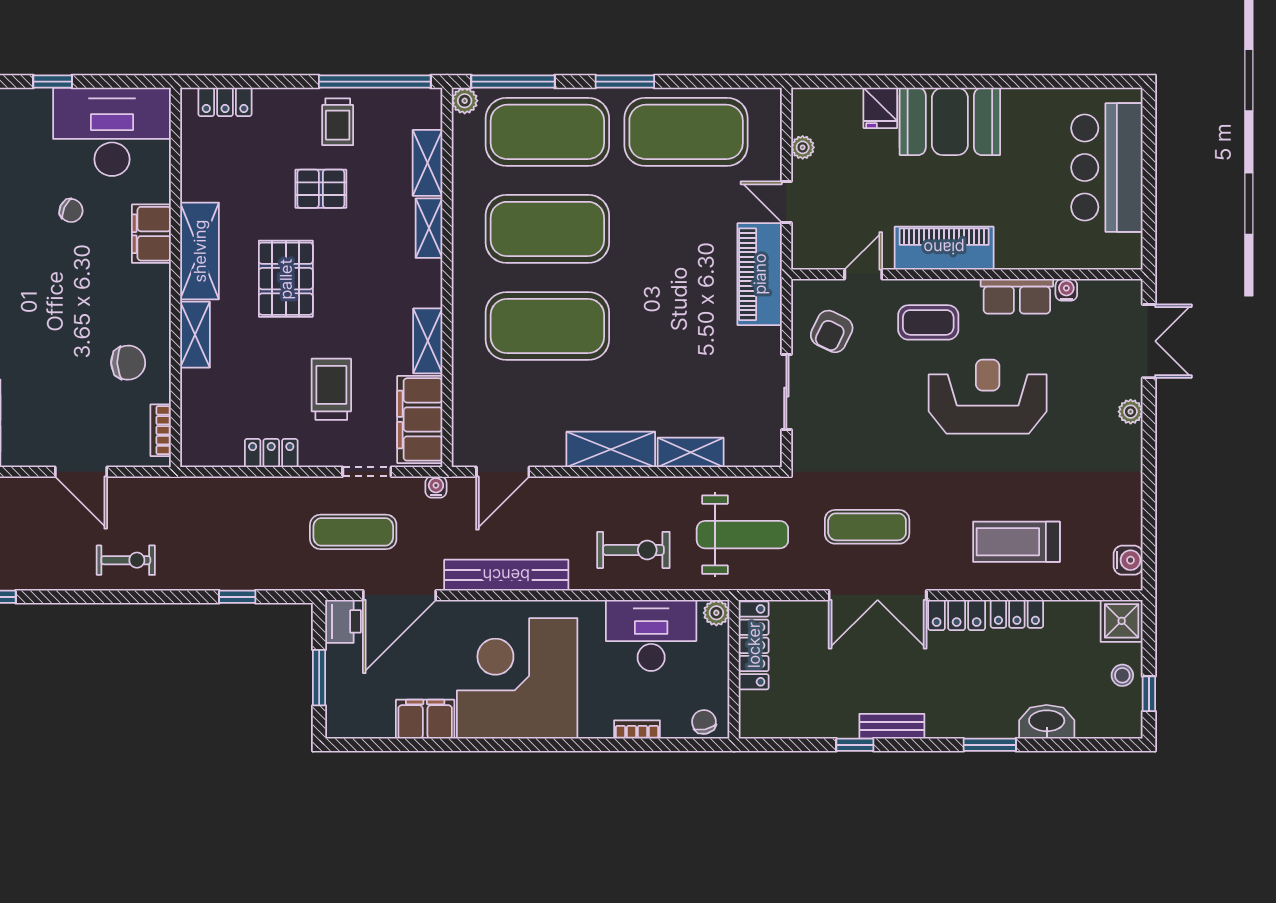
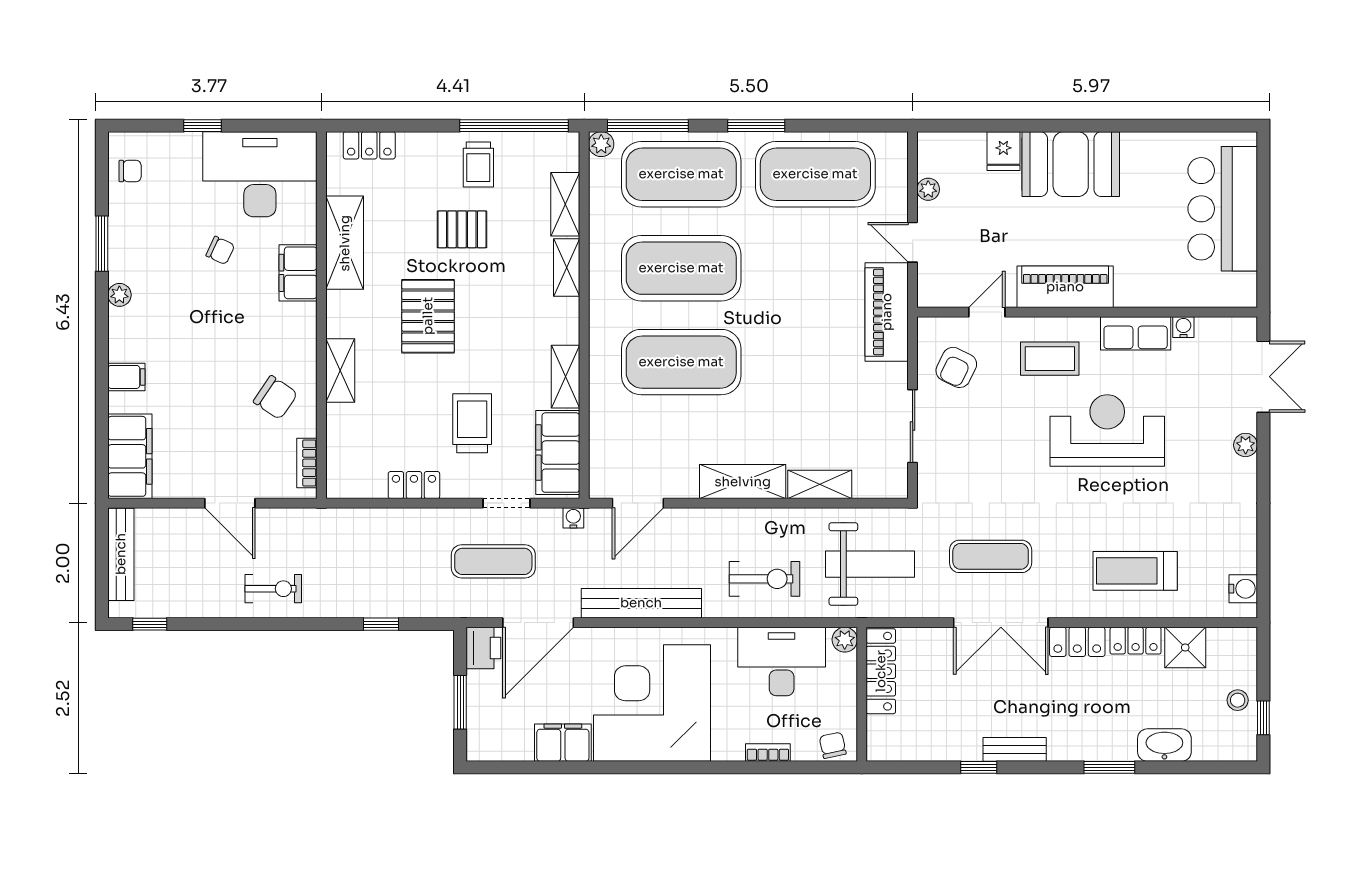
shelving: (200, 251) -> (345, 243), moved
chair: (128, 363) -> (275, 398), turned 36
shower: (1122, 621) -> (1185, 647), moved

